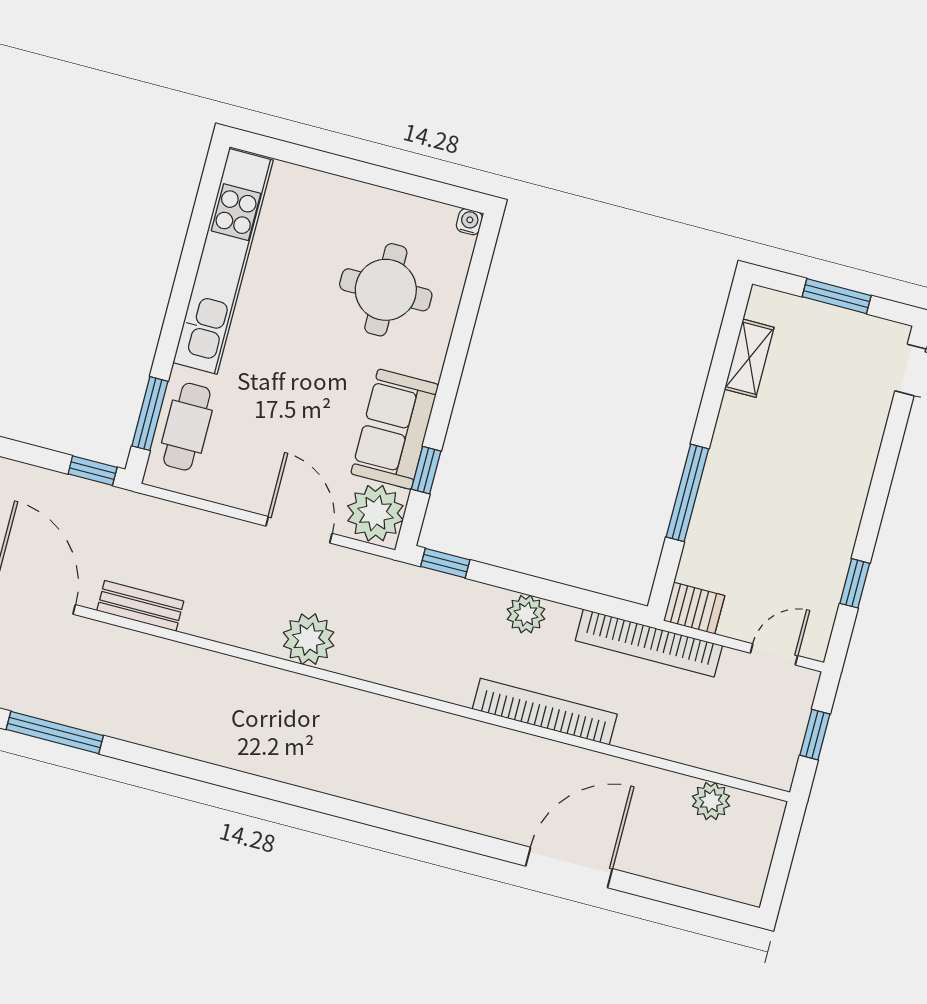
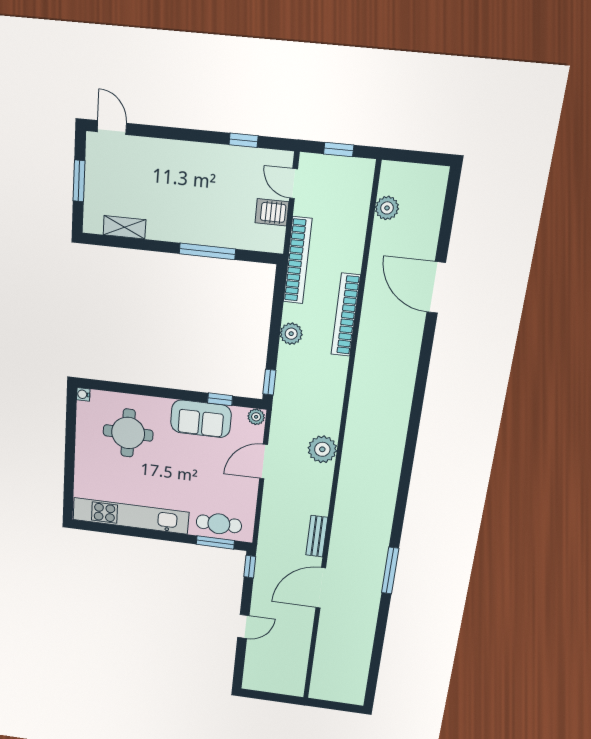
plant: (375, 513) -> (256, 417), width x0.53, depth x0.53
server rack: (694, 608) -> (272, 212), moved, turned -90

